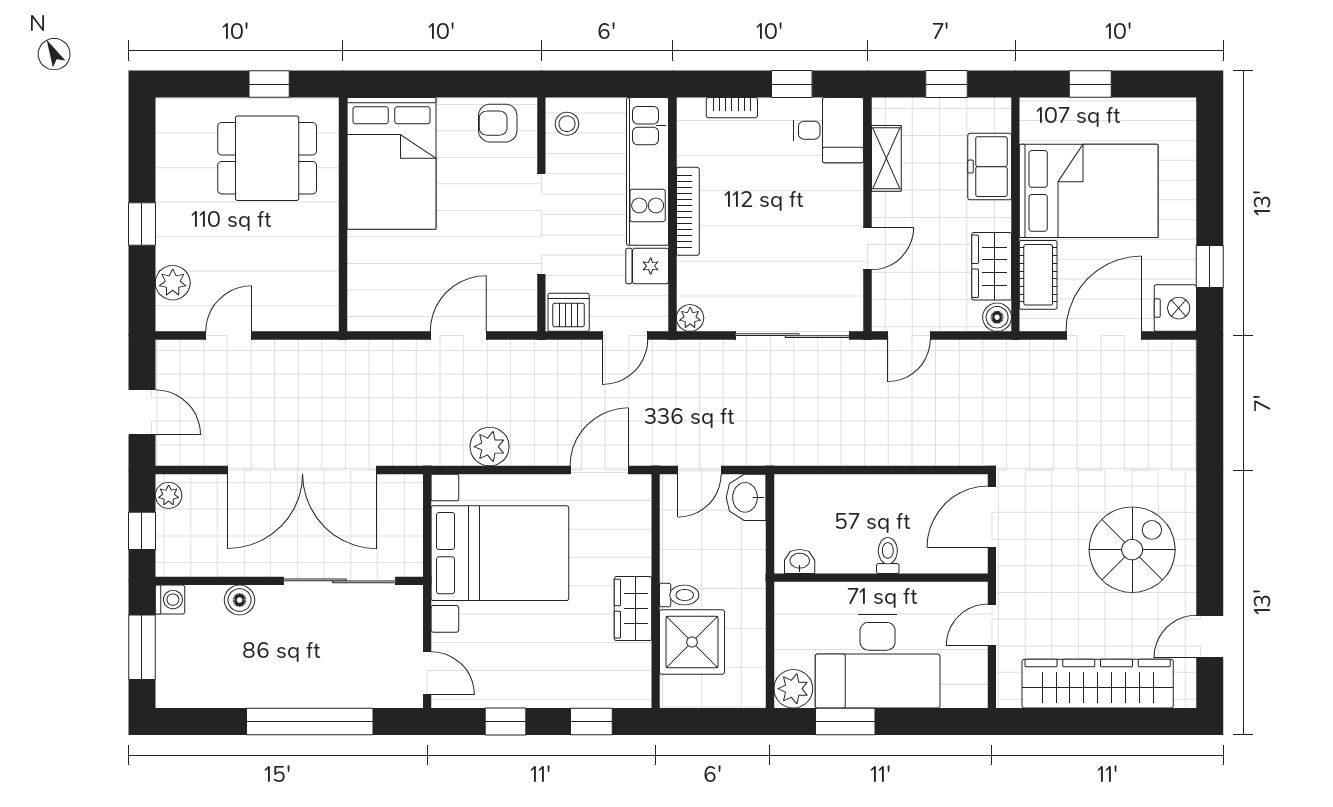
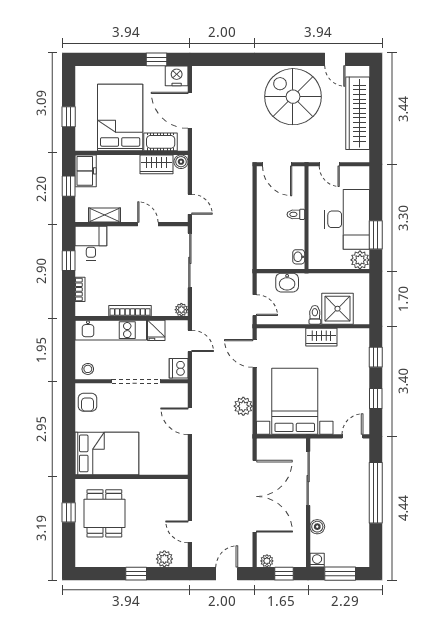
freezer: (990, 167) -> (86, 171), moved, turned -90
washbasin: (746, 497) -> (287, 283), moved
spiral stairs: (1132, 550) -> (293, 97), width x1.37, depth x1.37

